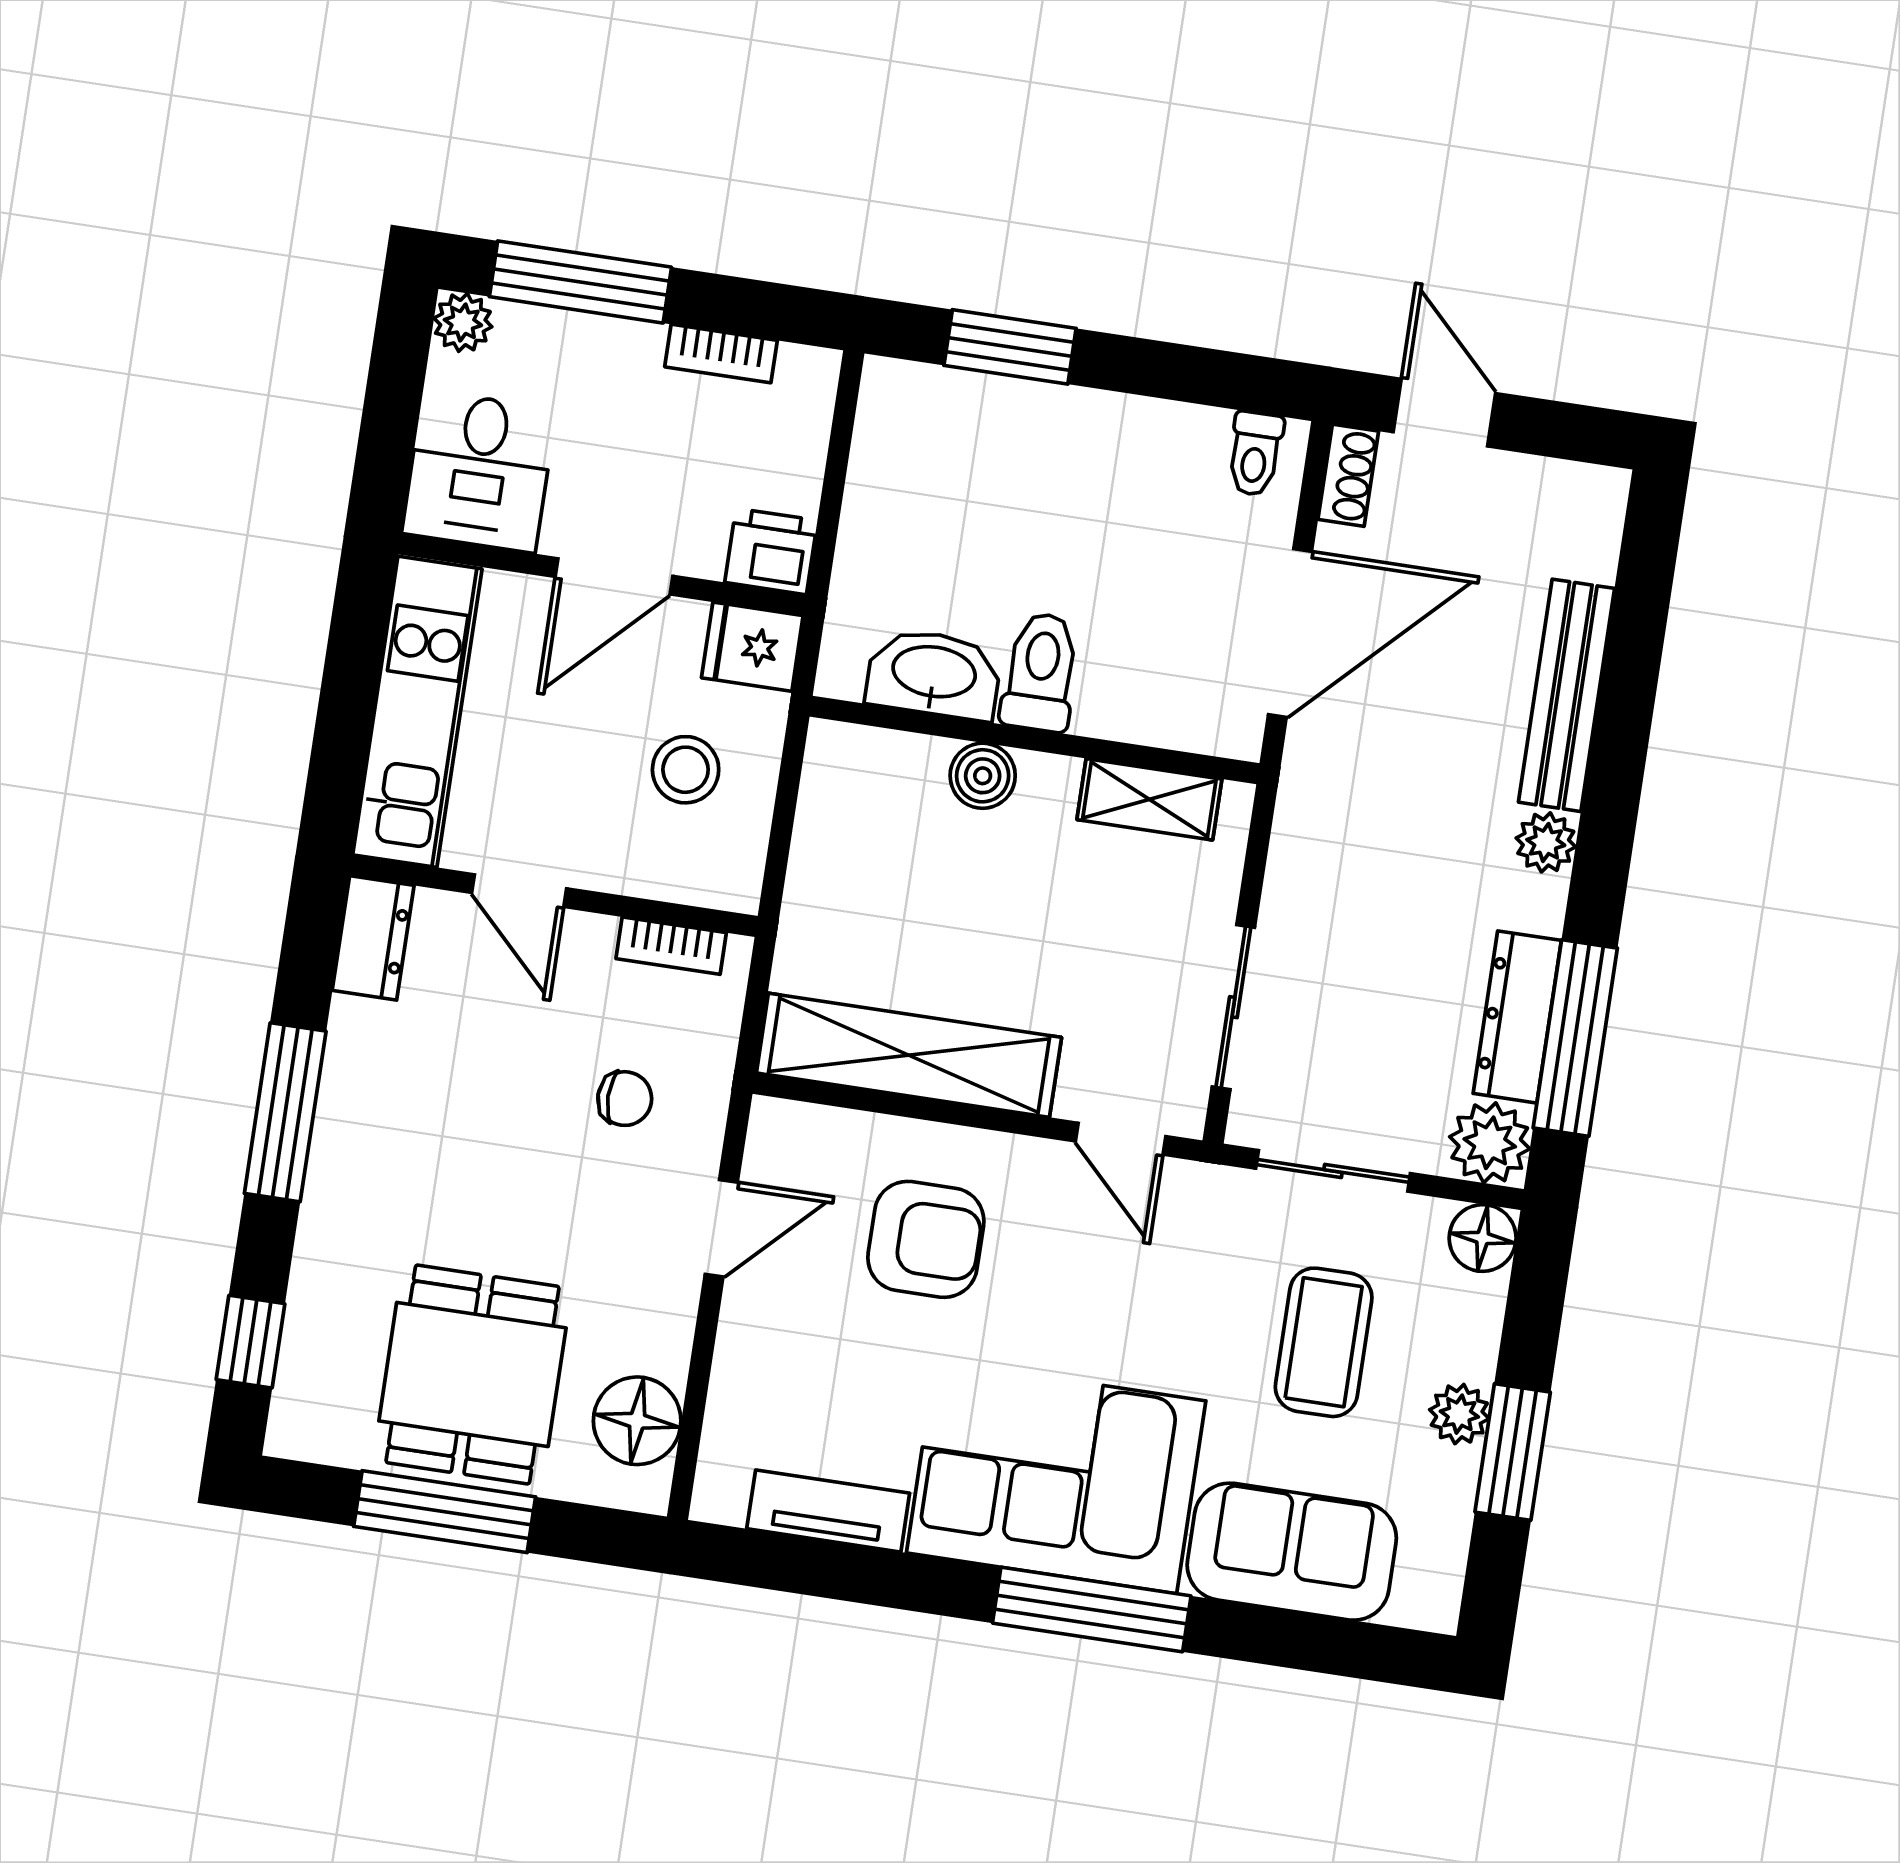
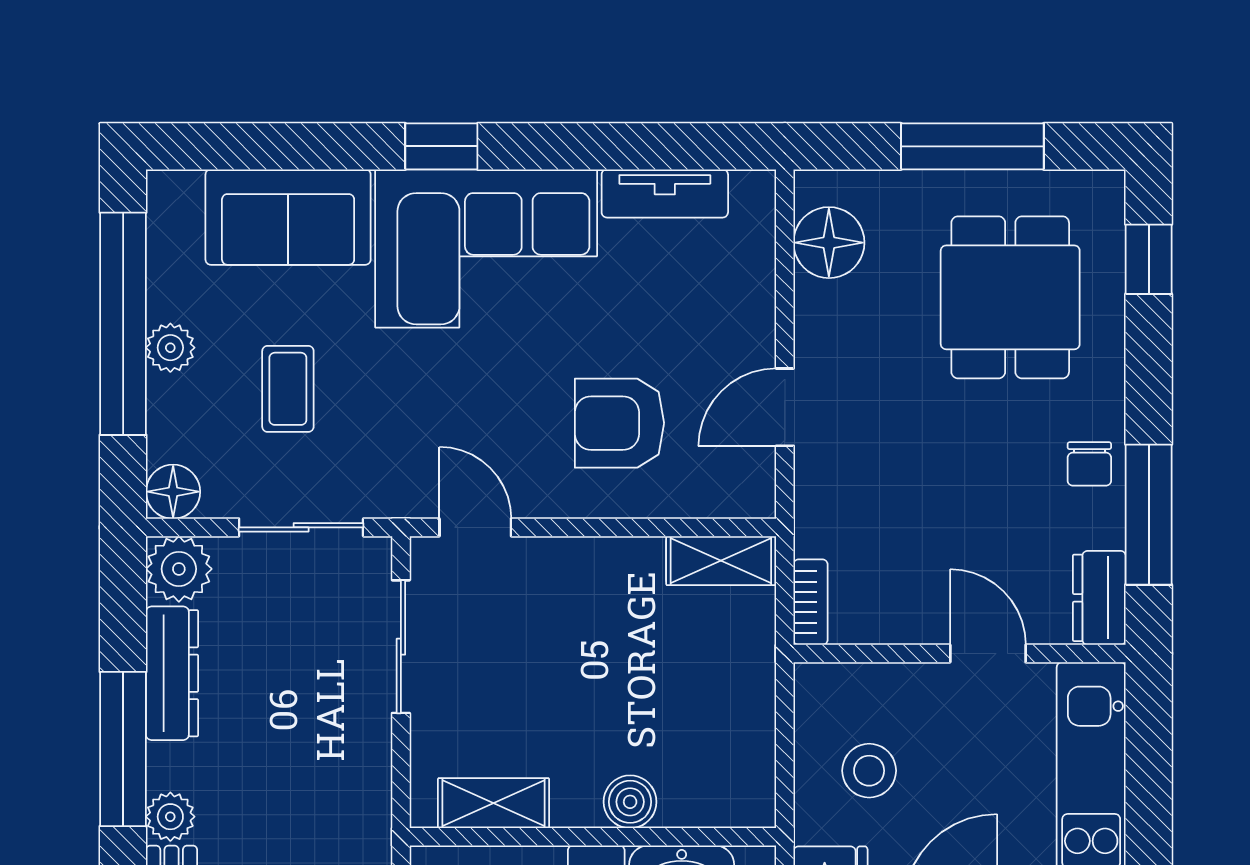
bookcase: (671, 946) -> (811, 602), moved, turned 90
window: (1575, 1038) -> (123, 749), moved
shelving: (909, 1055) -> (721, 561), width x0.45, depth x0.75
chair: (625, 1099) -> (1089, 464), moved, turned -90
window: (285, 1112) -> (1149, 515), moved
coffee table: (1324, 1342) -> (288, 389), width x0.73, depth x0.77
dining table: (472, 1374) -> (1010, 297), moved
window: (1513, 1452) -> (123, 324), width x2.11
window: (1092, 1609) -> (441, 146), width x0.46

